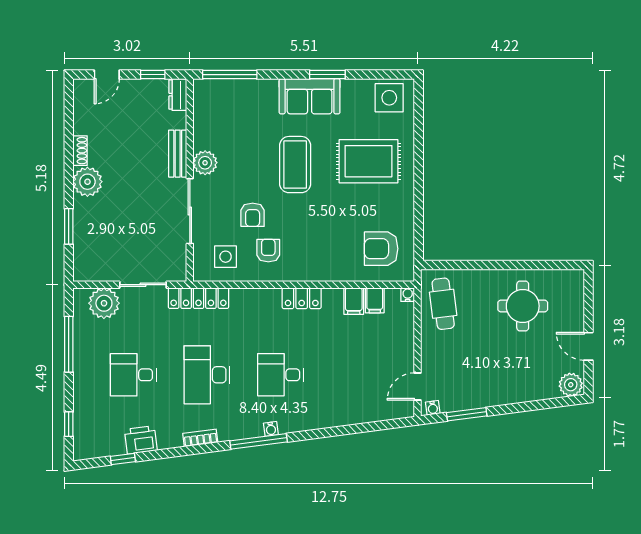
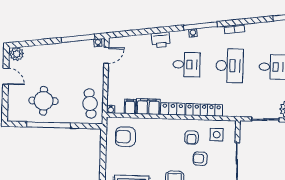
armchair: (253, 215) -> (200, 159), turned -88
armchair: (381, 249) -> (125, 137), turned 180
window: (513, 265) -> (49, 125), added
locker: (198, 298) -> (204, 110), moved
filing cabinet: (354, 301) -> (148, 107), width x2.00
window: (467, 414) -> (78, 38), width x1.44
printer: (141, 440) -> (161, 40), moved

